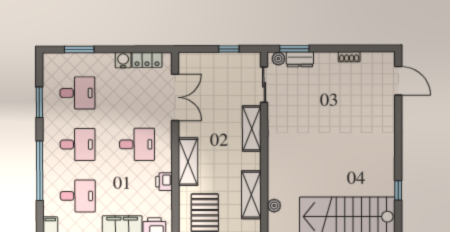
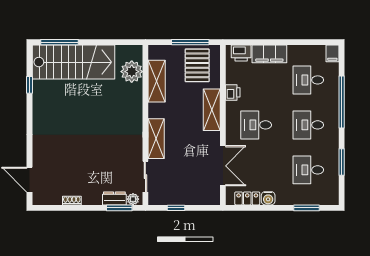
double door: (175, 97) -> (223, 166), swing flipped
plant: (274, 206) -> (132, 72), width x1.88, depth x1.88

